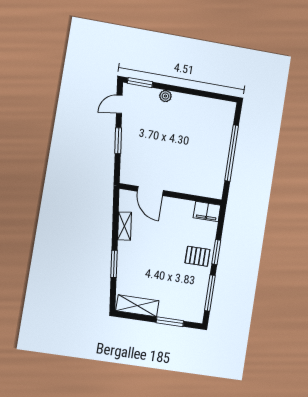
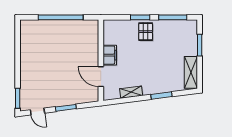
plant: (165, 96) -> (25, 77), removed
door: (150, 191) -> (101, 77), swing flipped
filing cabinet: (207, 212) -> (110, 55), moved

